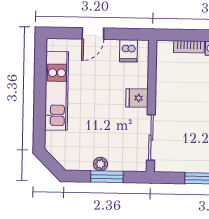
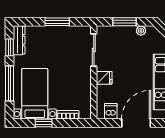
door: (93, 34) -> (136, 123), width x1.87
plant: (100, 164) -> (141, 31), moved

